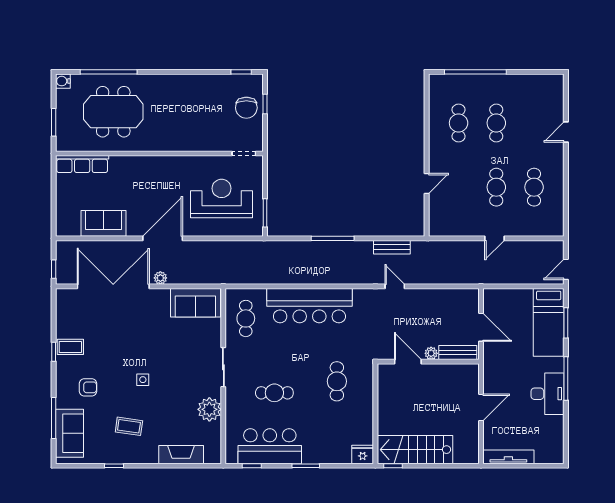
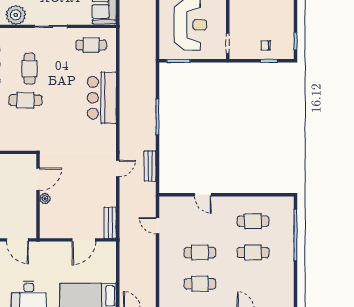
chair: (246, 108) -> (266, 45), width x0.54, depth x0.54
door: (494, 238) -> (157, 226), moved
bar counter: (309, 306) -> (102, 98), width x0.73
plant: (431, 353) -> (45, 199), moved
bench: (458, 353) -> (110, 223), moved
door: (408, 362) -> (38, 179), moved
wall: (428, 362) -> (38, 196), moved
cafe table: (337, 381) -> (25, 100), moved

